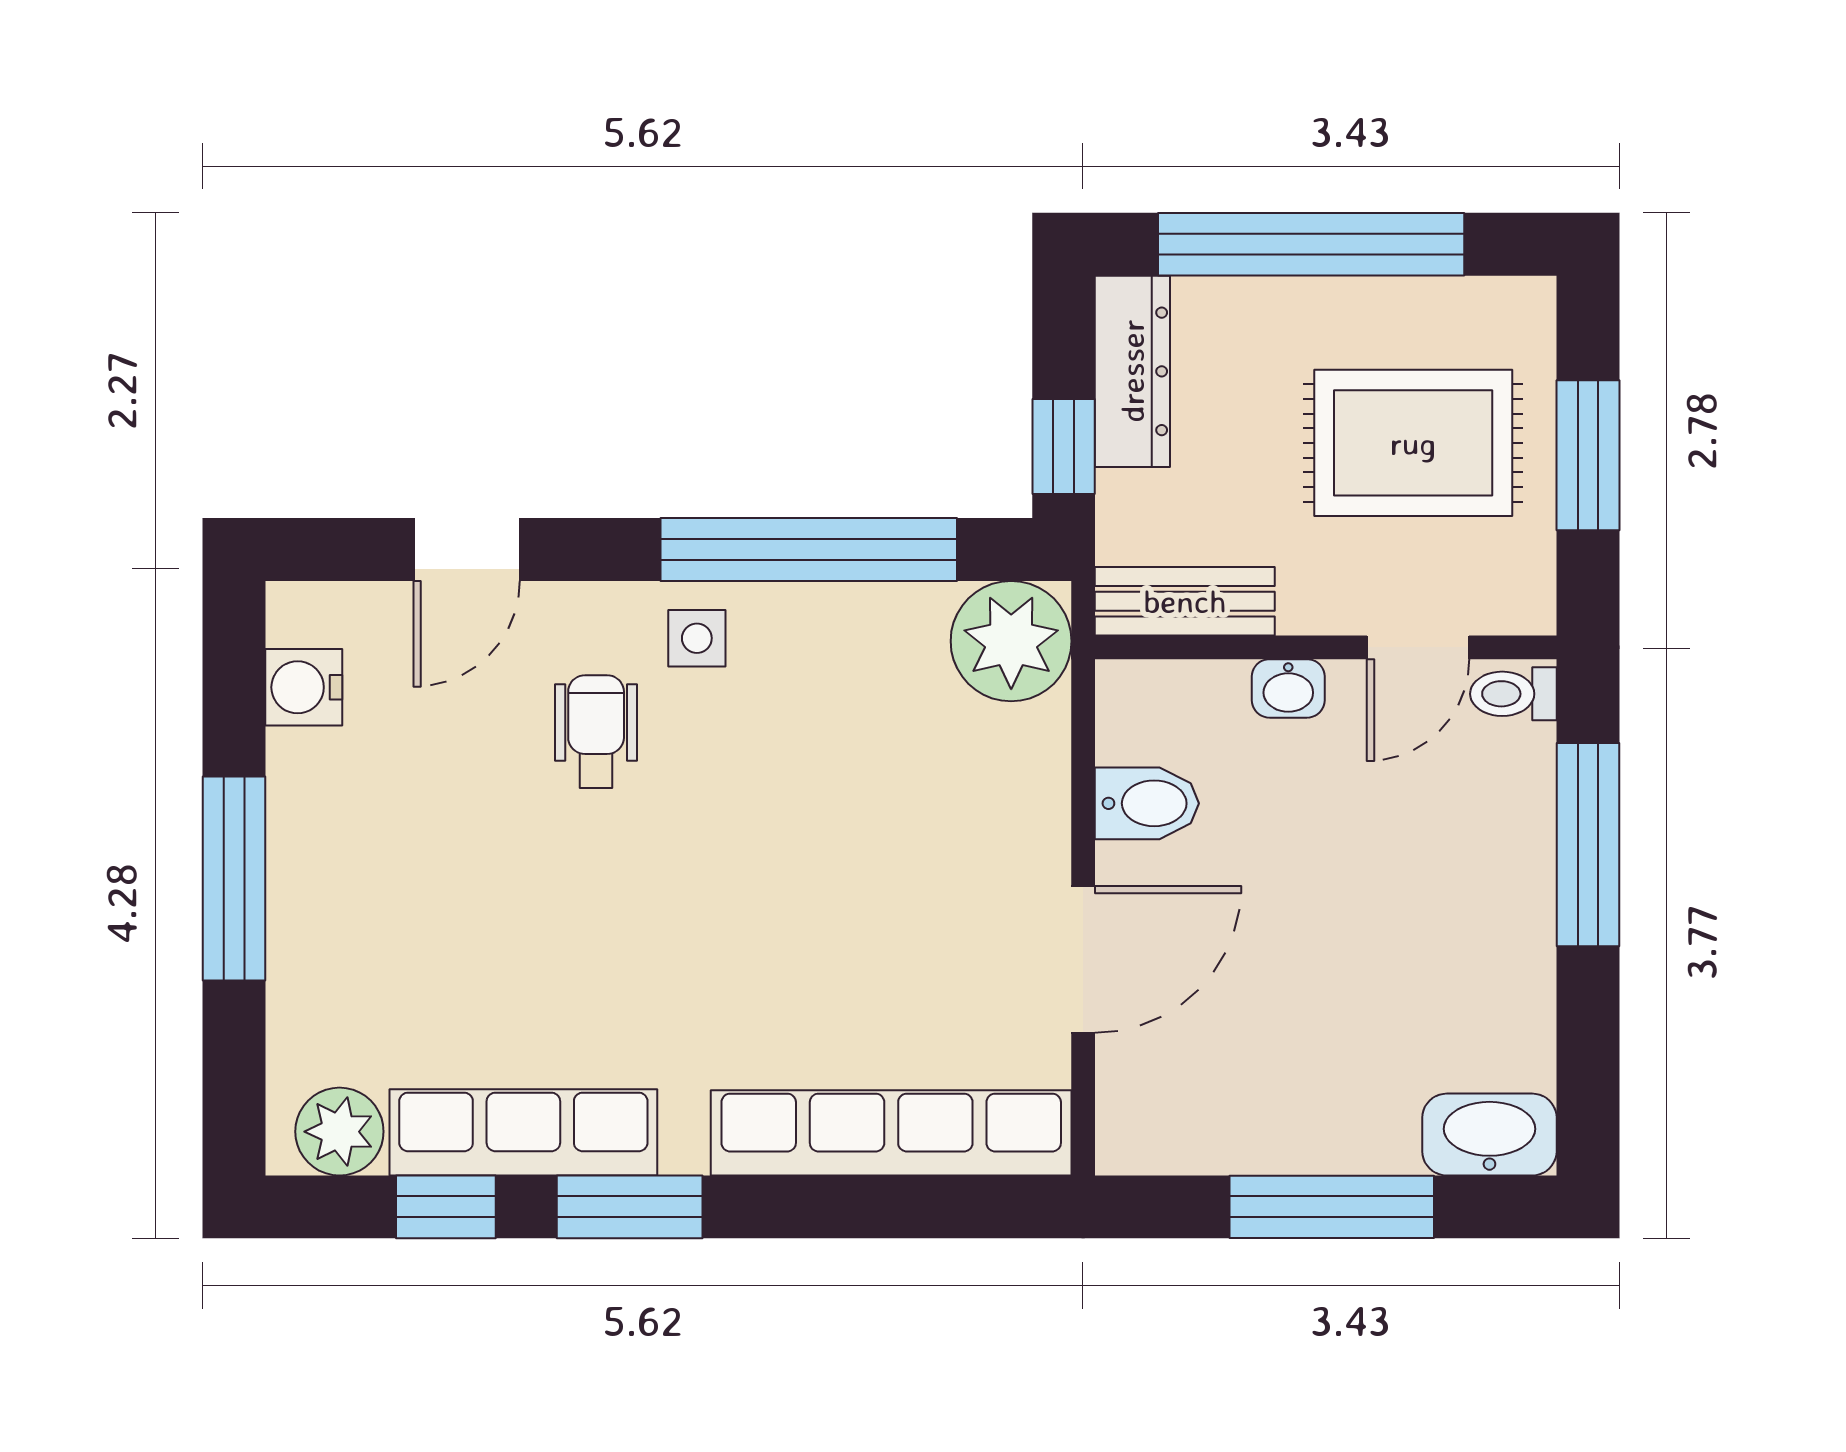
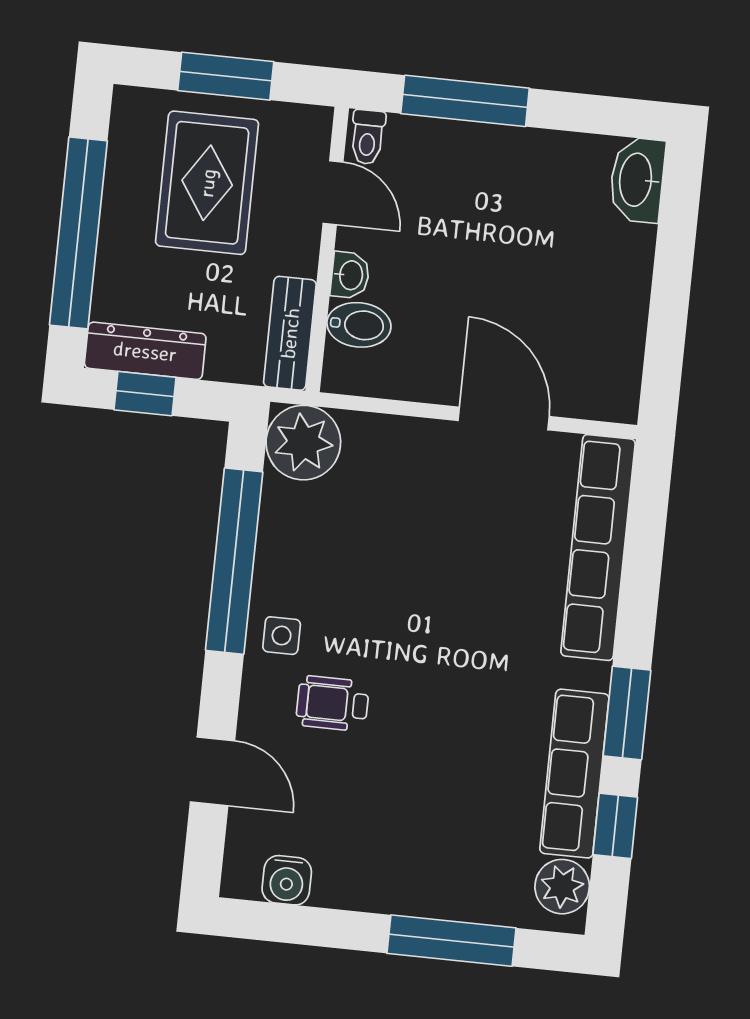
window: (1064, 447) -> (145, 394), moved
bidet: (1147, 803) -> (359, 325), moved, turned 90
window: (234, 879) -> (451, 941), moved
window: (1332, 1207) -> (672, 281), removed

